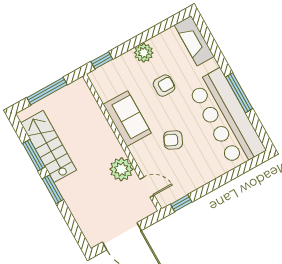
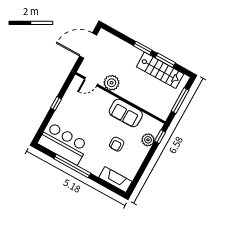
plant: (144, 53) -> (148, 140), moved
window: (239, 93) -> (72, 166), width x1.46
bar counter: (226, 118) -> (63, 143), width x0.73
armchair: (173, 140) -> (93, 117), removed
window: (181, 203) -> (56, 103), moved

